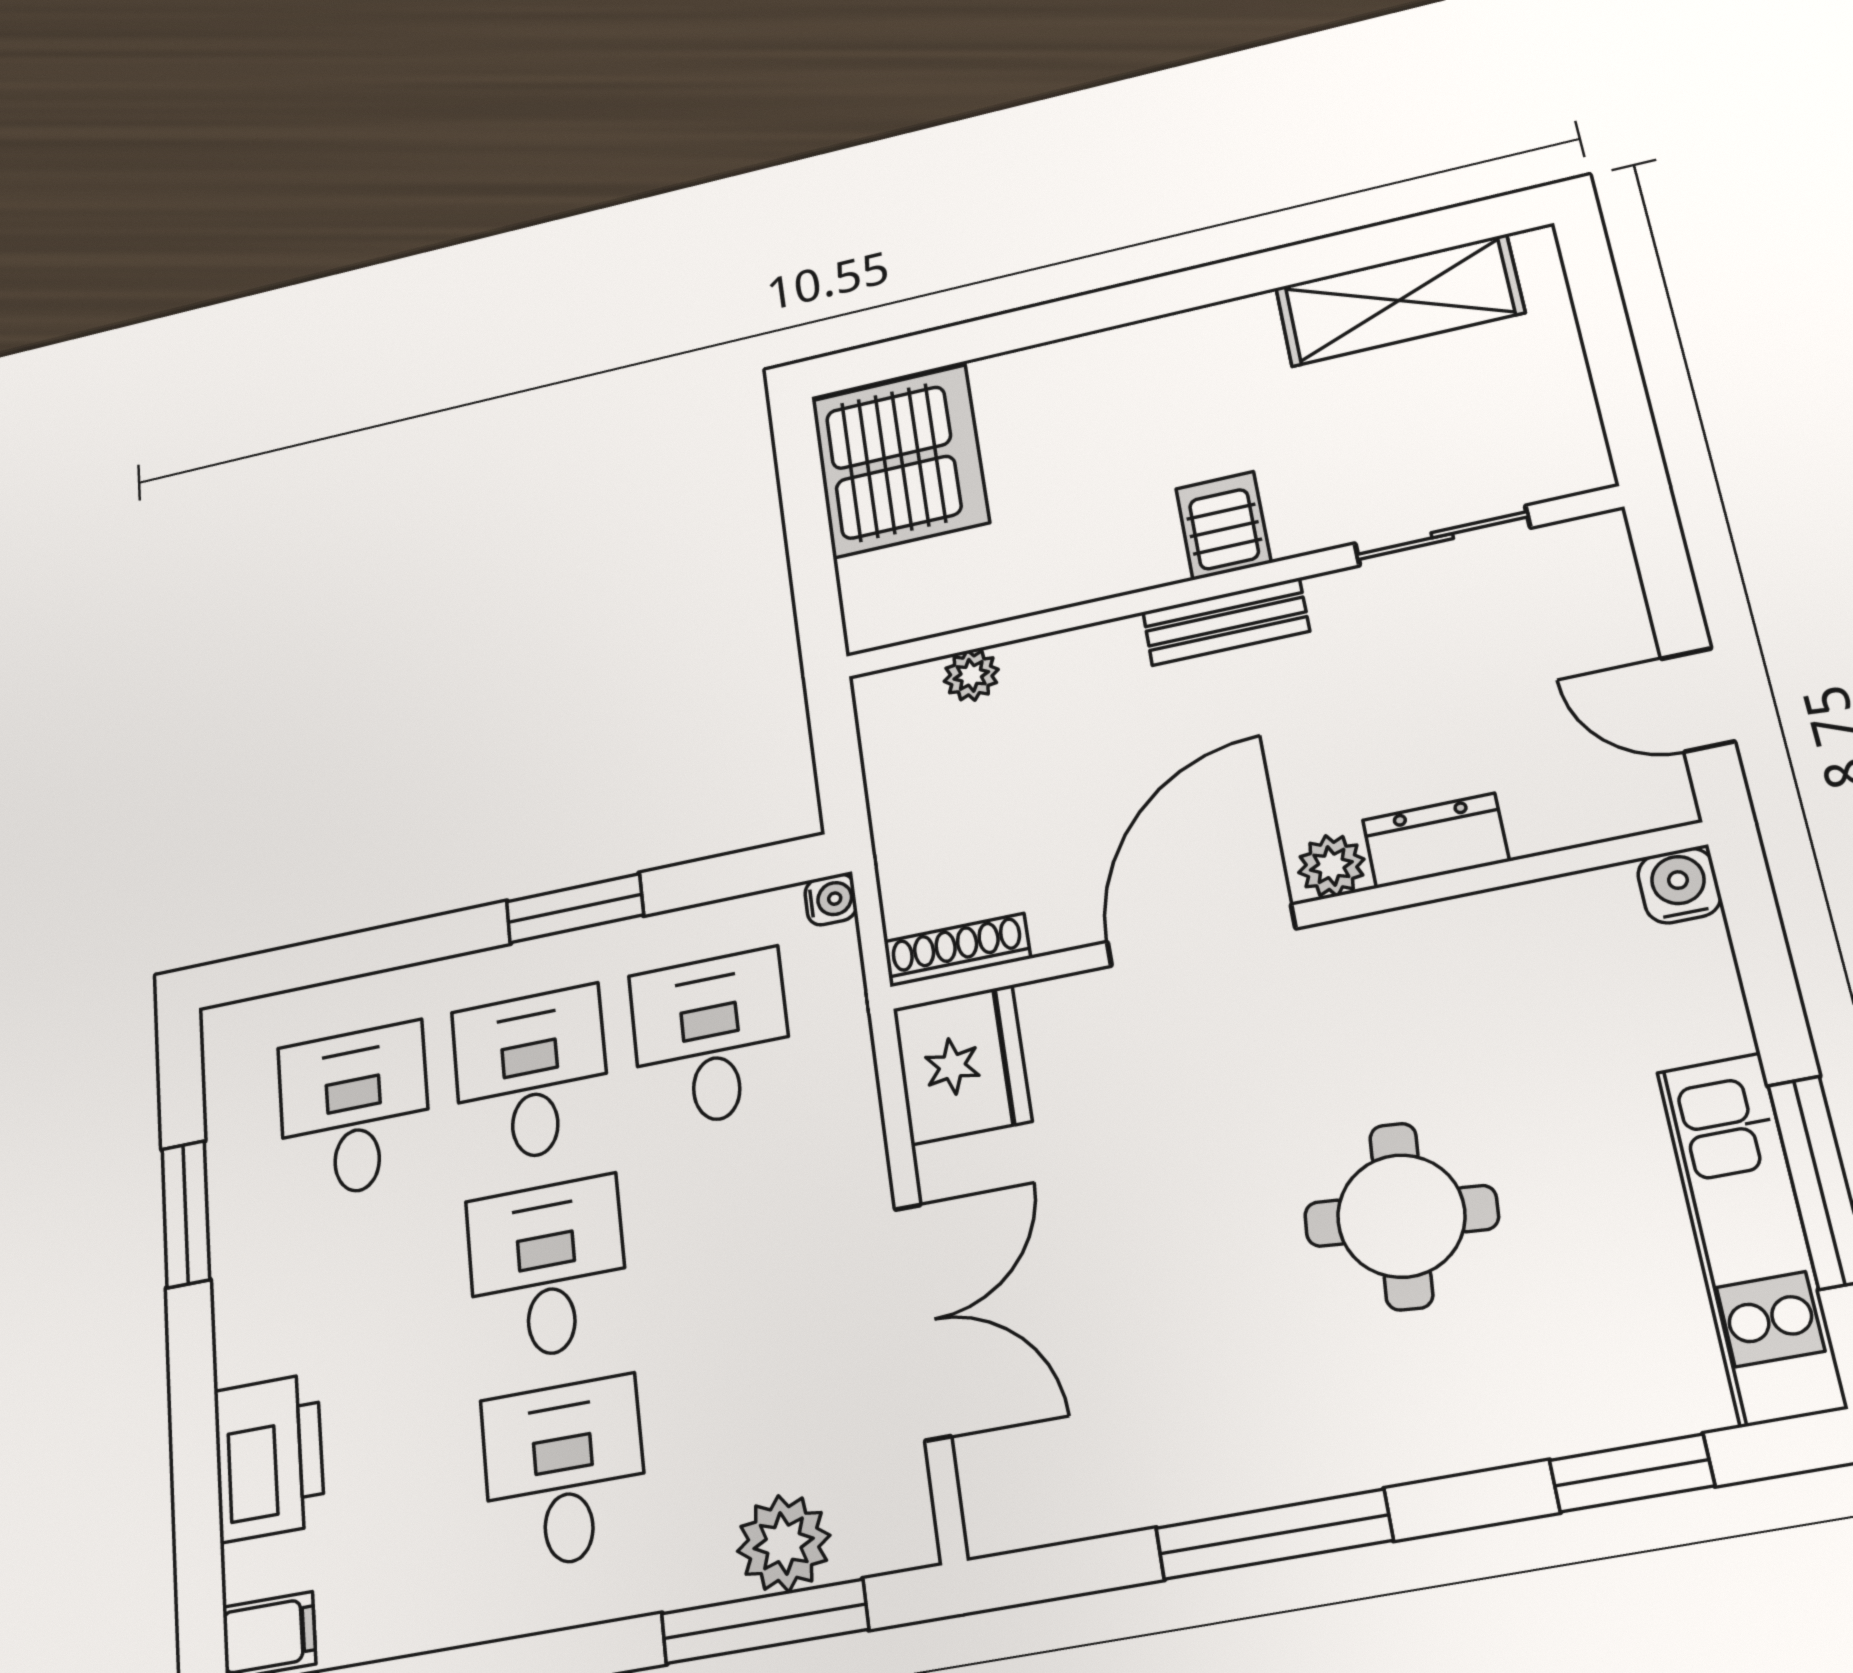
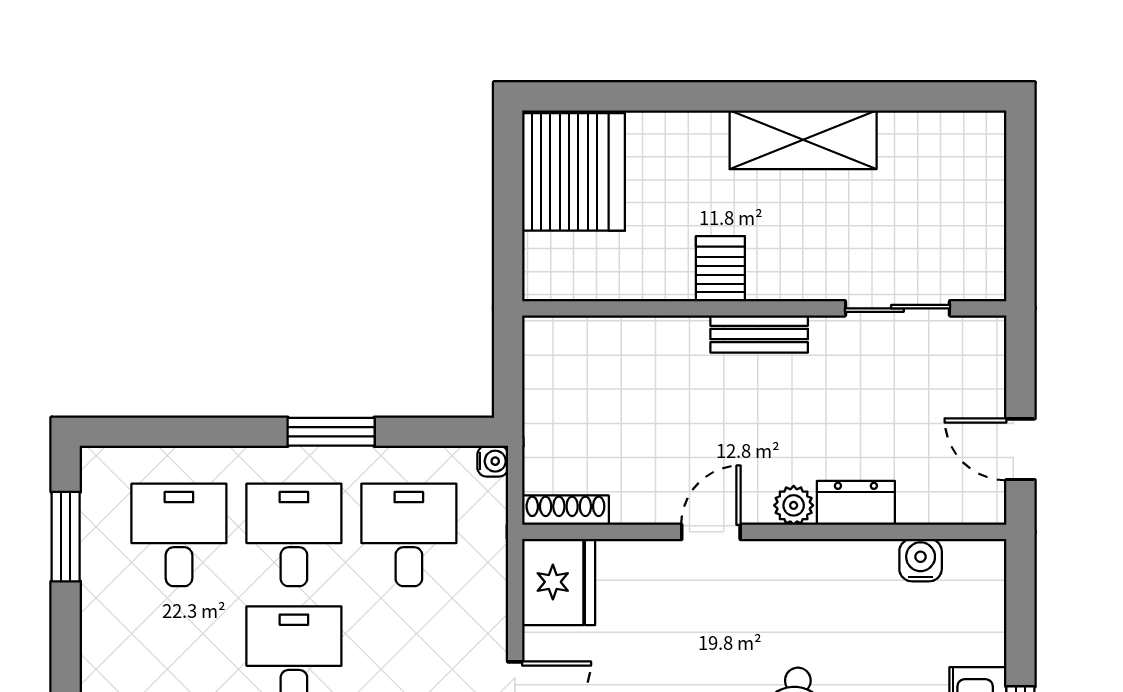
shelving: (1399, 300) -> (803, 140), moved
server rack: (1223, 526) -> (720, 269), moved
plant: (971, 675) -> (599, 333), removed
water cooler: (1679, 885) -> (921, 560), moved
door: (1201, 935) -> (711, 532), width x0.53
window: (186, 1214) -> (66, 537), moved

